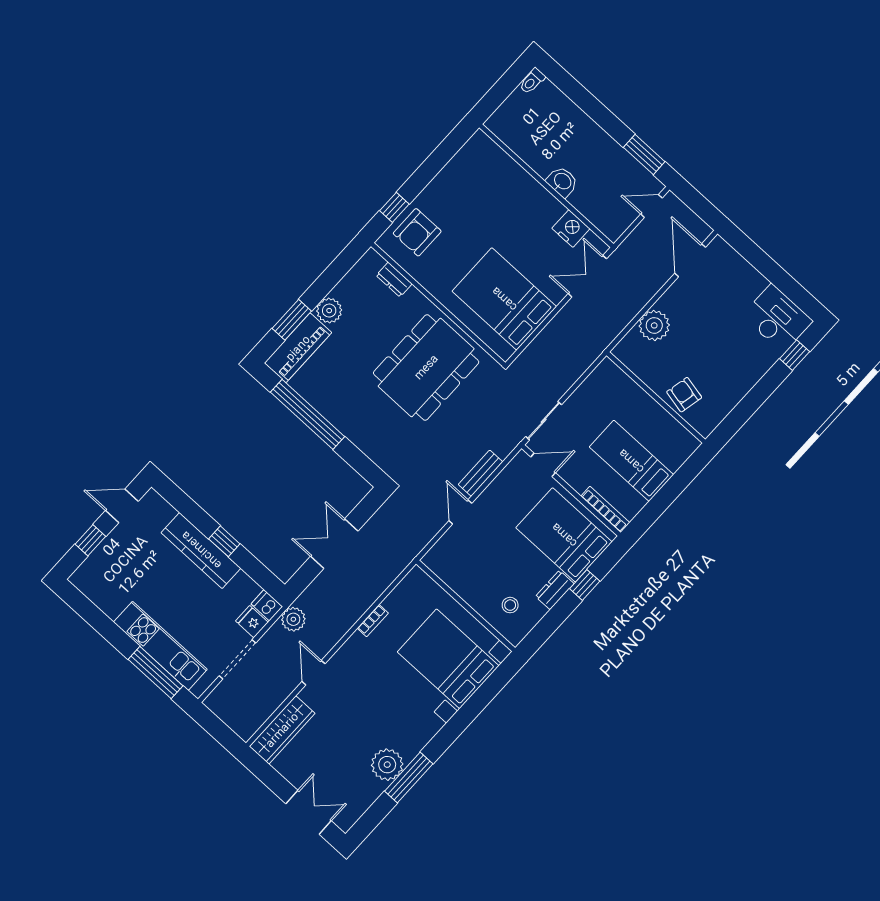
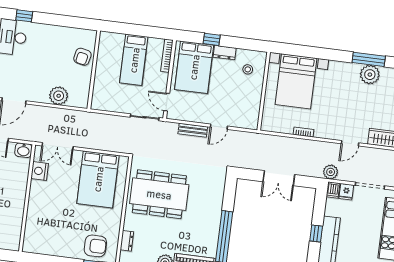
washbasin: (562, 182) -> (23, 150), moved, turned -90

